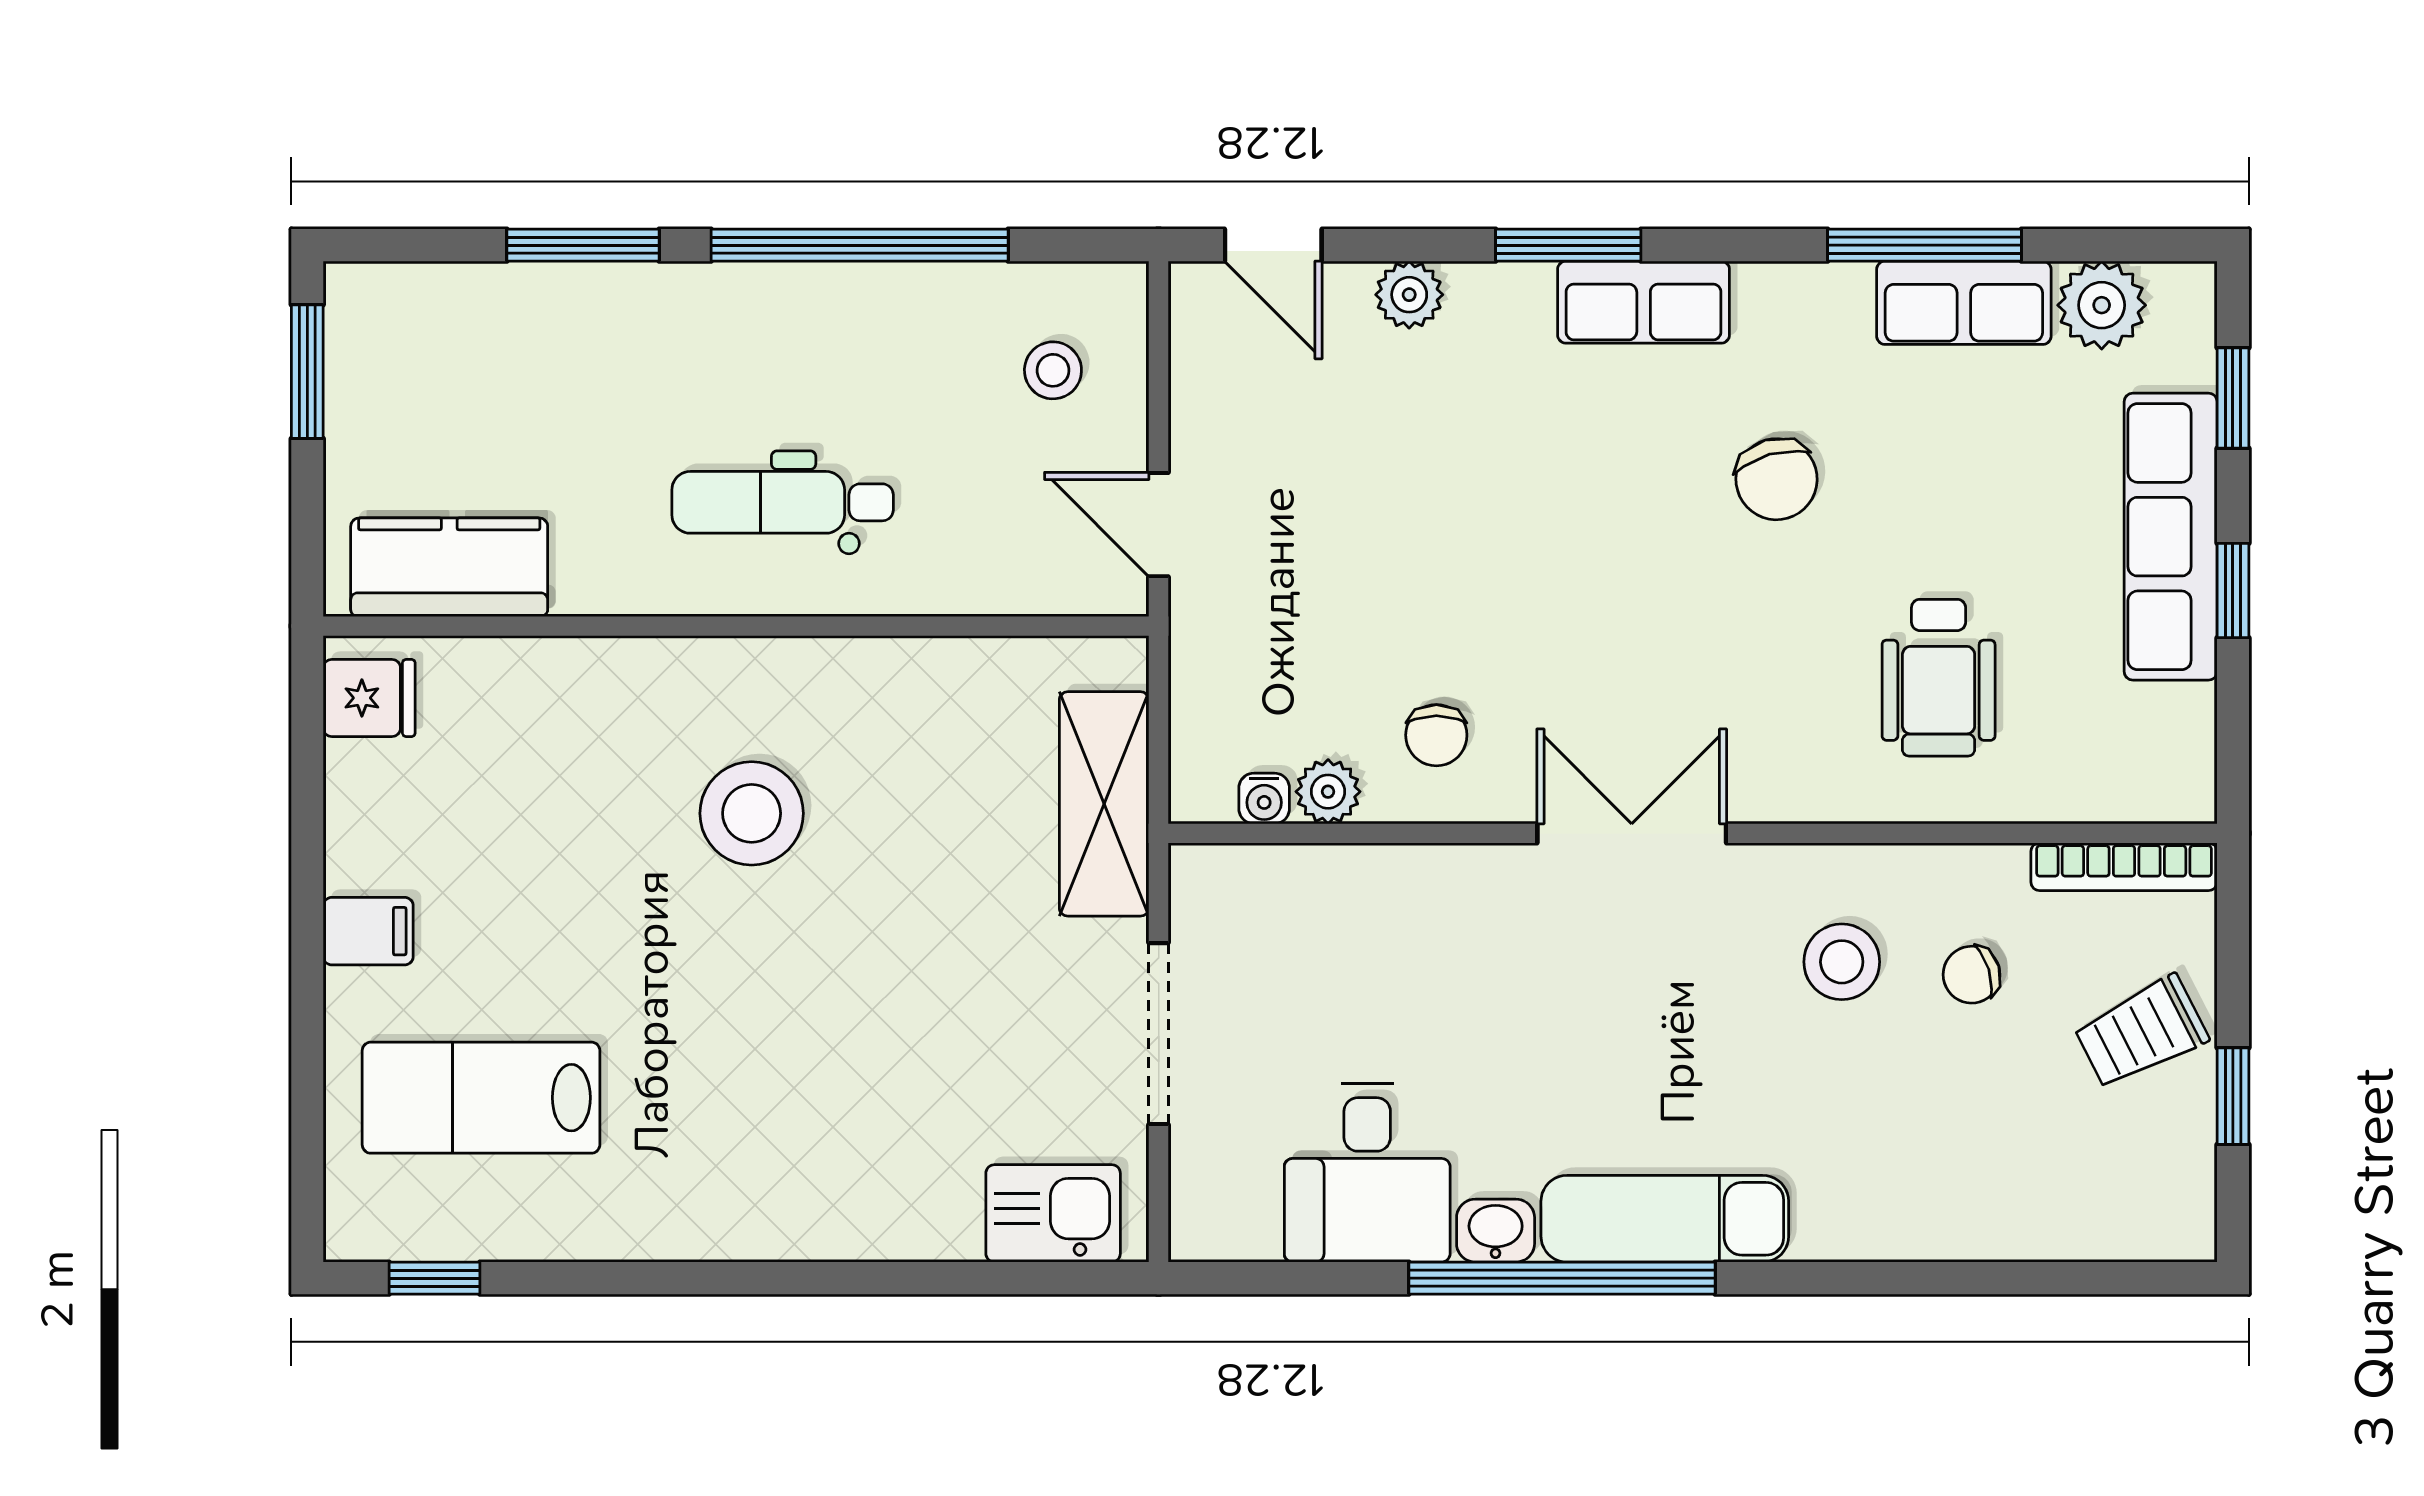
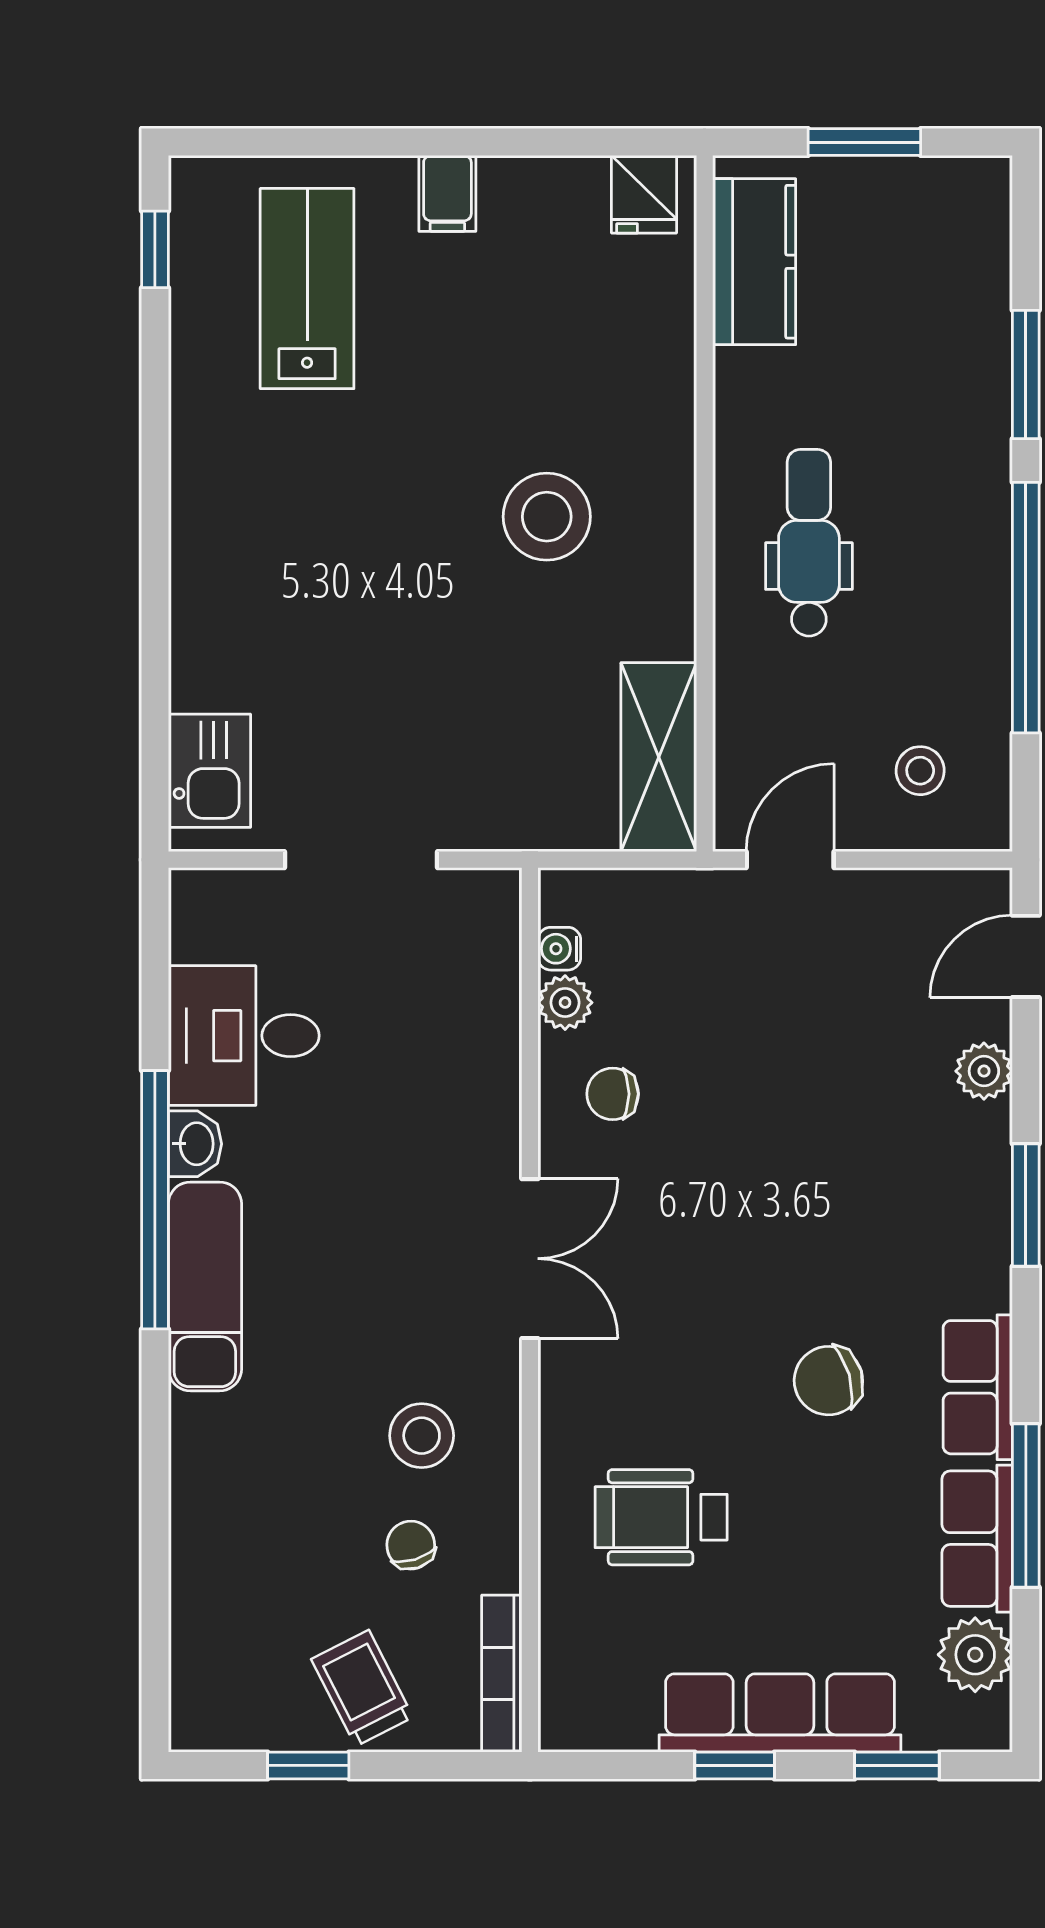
row of seats: (1644, 302) -> (978, 1387), moved
window: (307, 372) -> (864, 142), moved
shelving: (1104, 804) -> (659, 757), moved, turned 90

